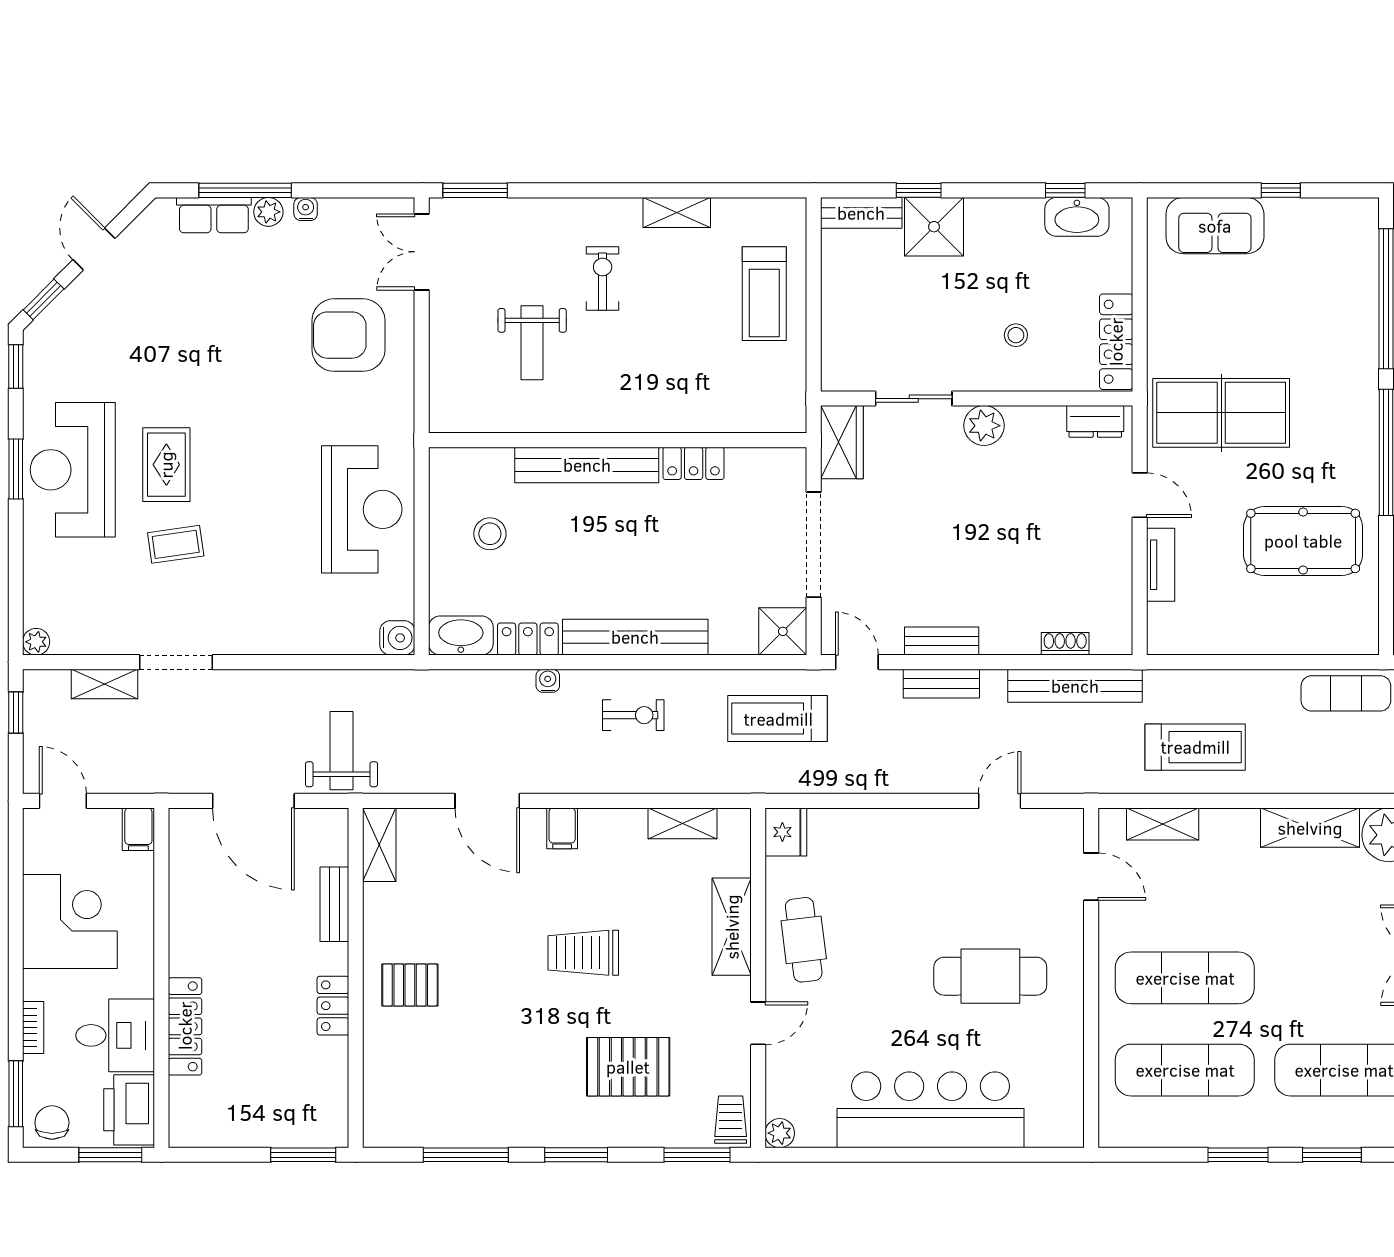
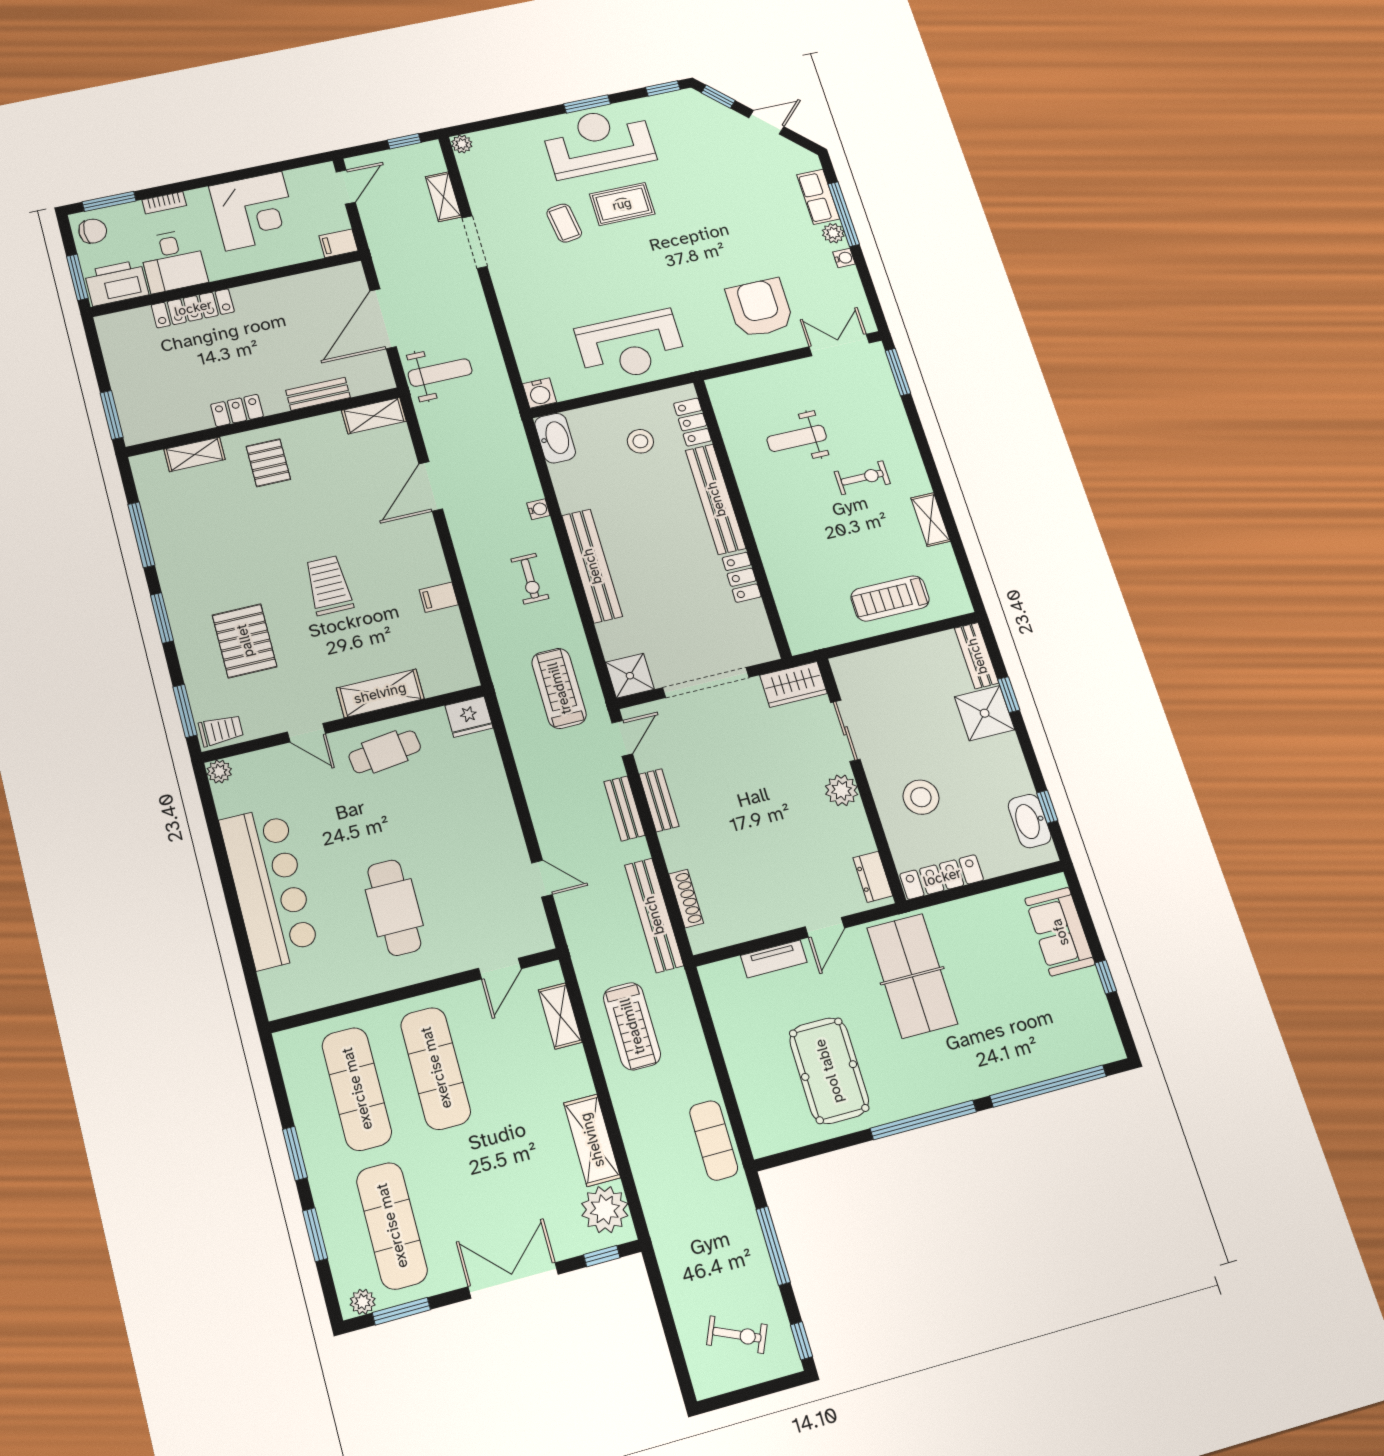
stool: (1016, 335) -> (921, 797), width x1.89, depth x1.89
locker: (528, 639) -> (692, 422), moved, turned 180
shoe rack: (1065, 644) -> (686, 899), width x1.43
shelving: (682, 823) -> (195, 454), moved, turned 90
filing cabinet: (562, 828) -> (439, 597), moved

